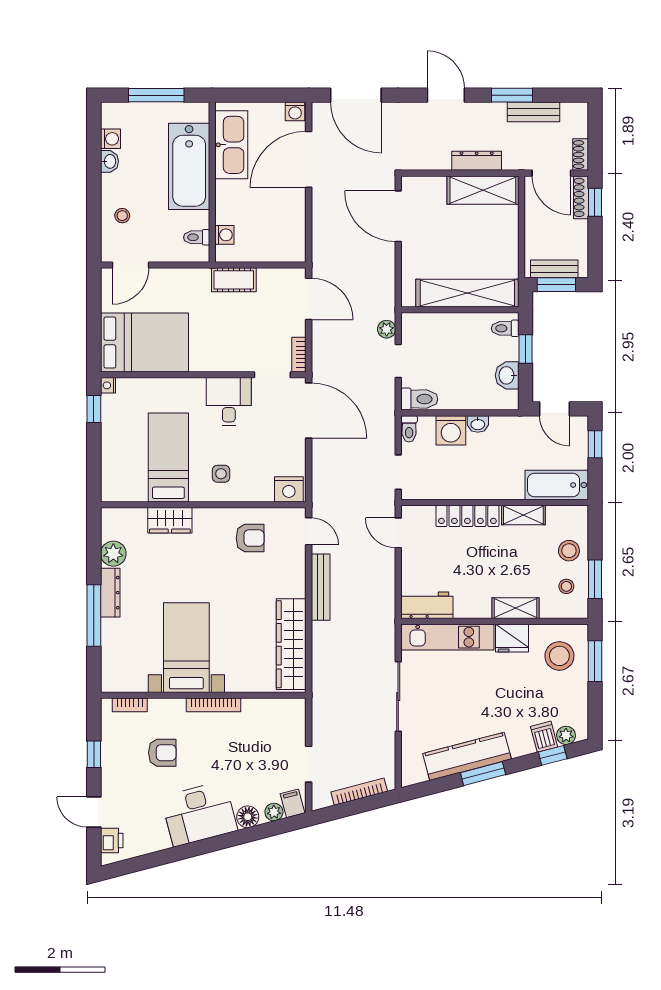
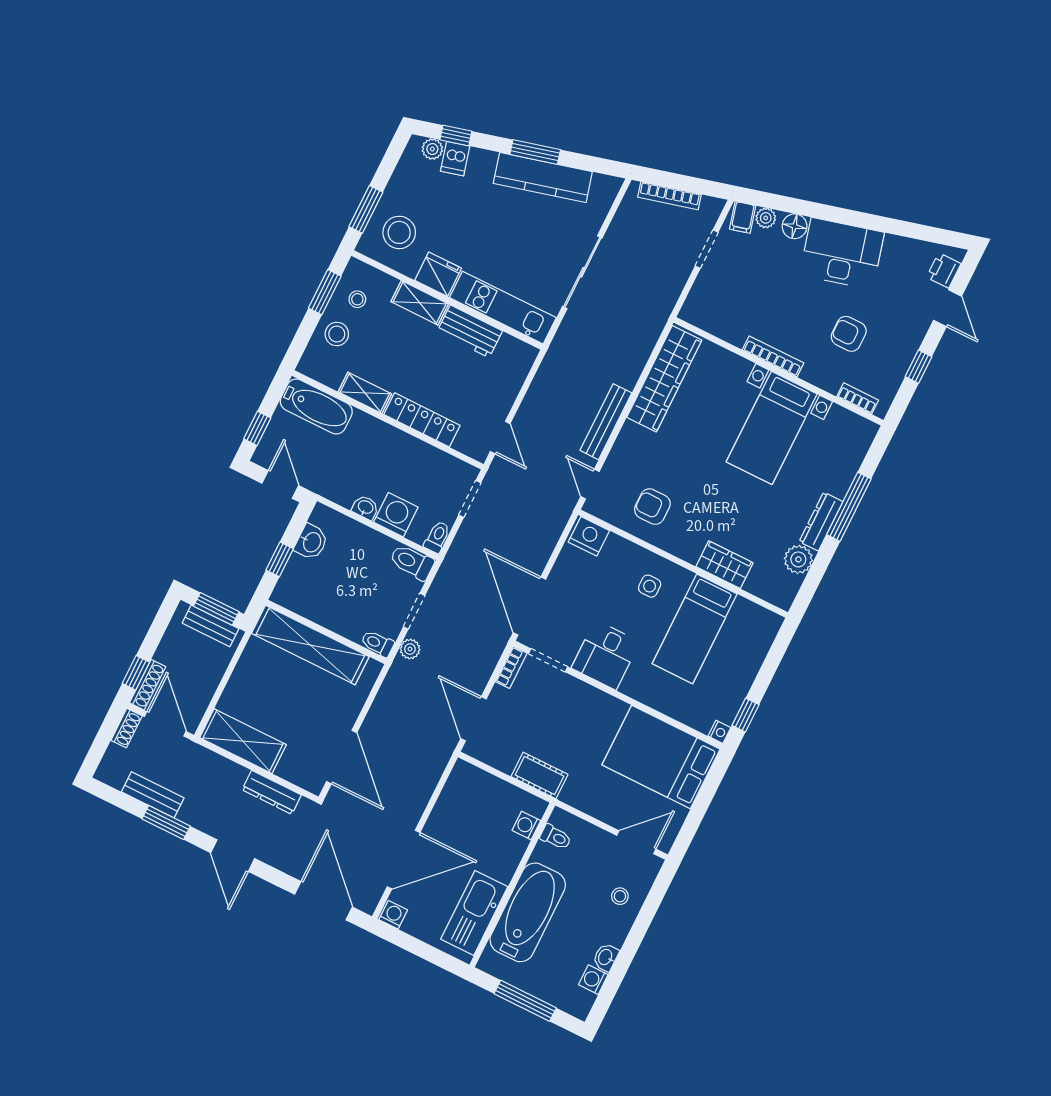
dresser: (477, 161) -> (272, 792), moved
toilet: (505, 328) -> (378, 643), moved, turned 180
workbench: (427, 605) -> (470, 331), moved

